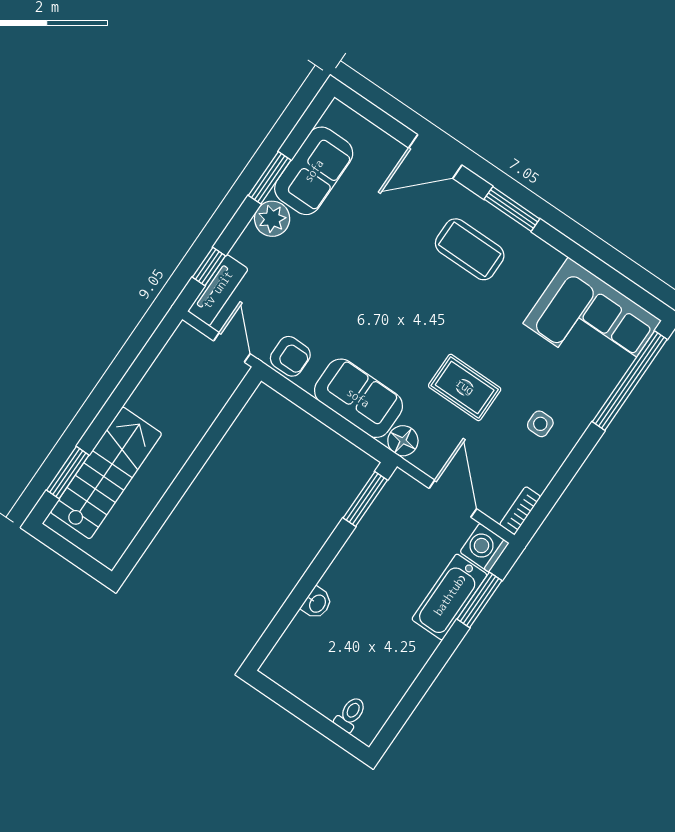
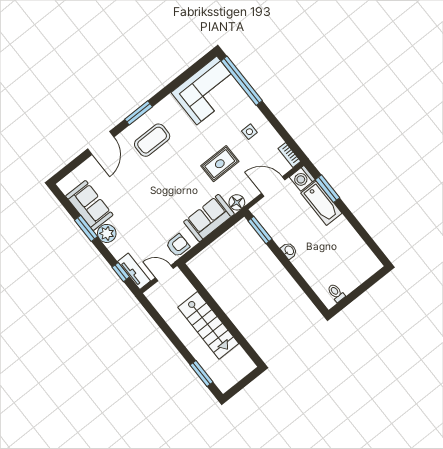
stairs: (106, 473) -> (208, 325), moved, turned 180
washbasin: (317, 603) -> (289, 251), moved
toilet: (350, 714) -> (336, 293), moved

